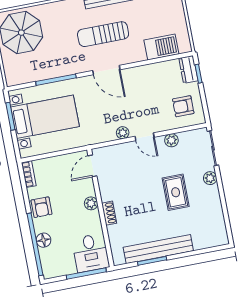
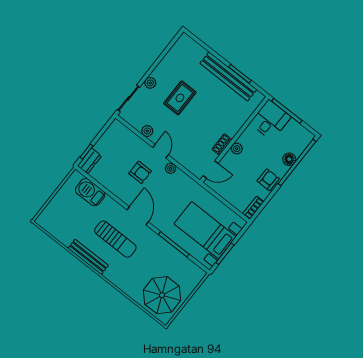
armchair: (183, 106) -> (140, 172), moved
shoe rack: (109, 213) -> (222, 144), moved

